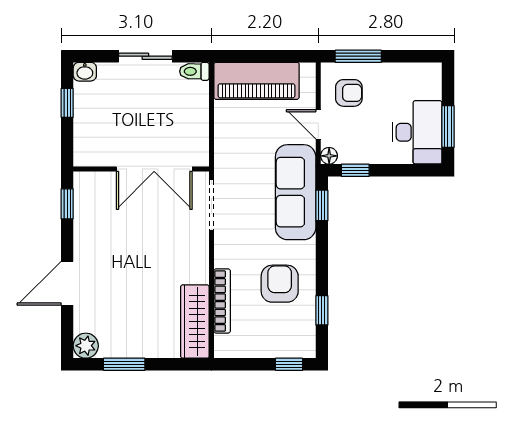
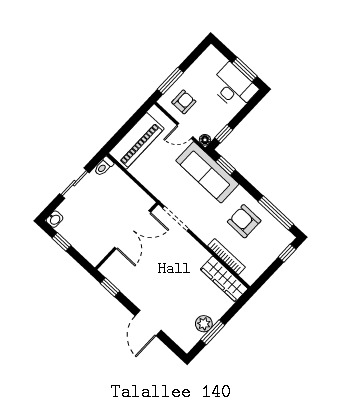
window: (322, 310) -> (276, 213), width x2.17
plant: (86, 346) -> (204, 324), moved

